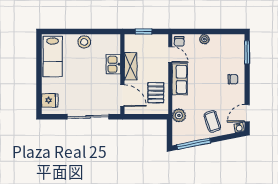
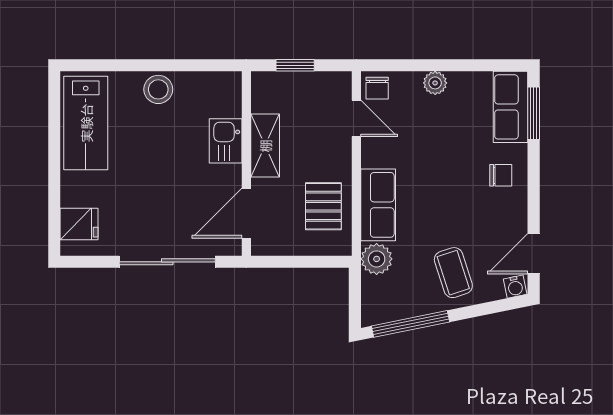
row of seats: (237, 50) -> (511, 107), added
row of seats: (180, 79) -> (378, 205), moved
door: (122, 96) -> (246, 213), swing flipped

